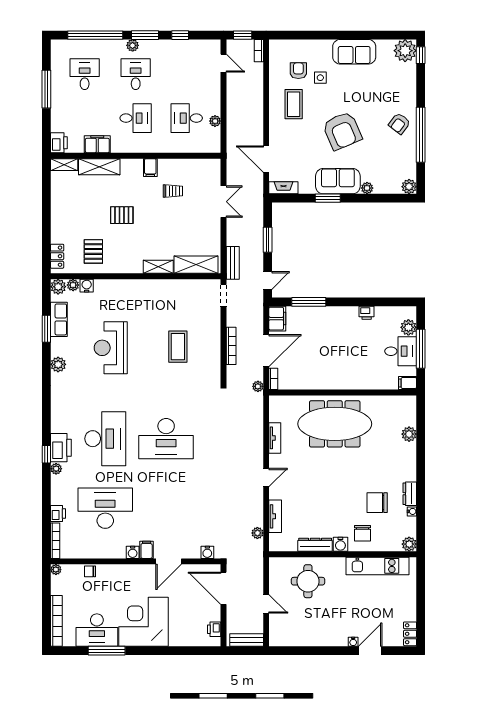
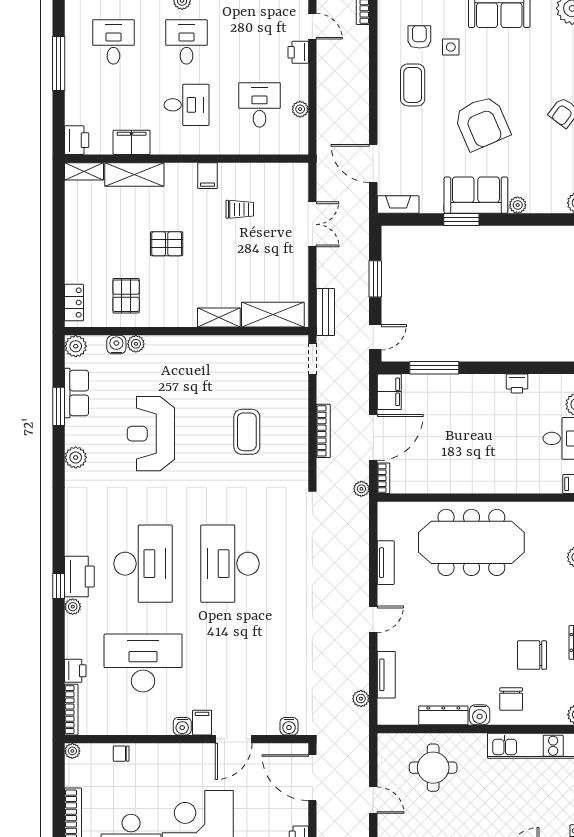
printer: (214, 81) -> (298, 52), added
desk: (187, 118) -> (260, 105), turned 90
plant: (73, 285) -> (136, 344), moved
desk: (166, 439) -> (230, 564), turned 90

